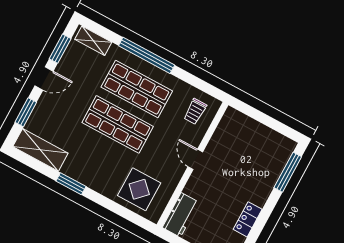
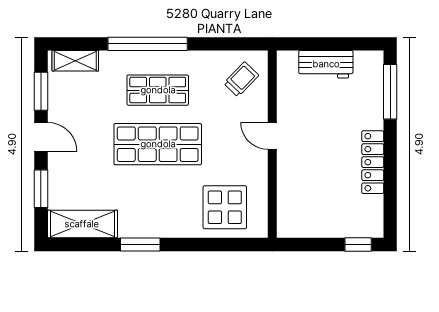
door: (44, 78) -> (41, 137), hinge flipped
shop shelf: (137, 89) -> (158, 90), width x0.70, depth x0.74
trolley: (195, 112) -> (241, 79), turned -136
workbench: (181, 215) -> (326, 64), moved, turned 90
locker: (248, 219) -> (373, 162), width x1.53

